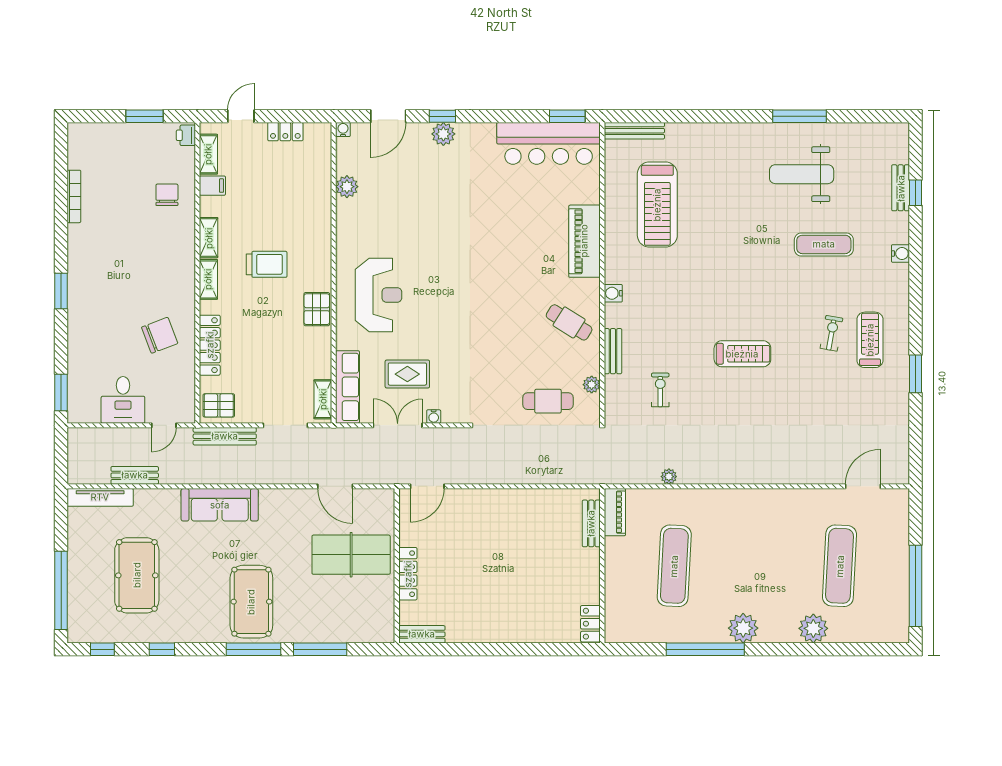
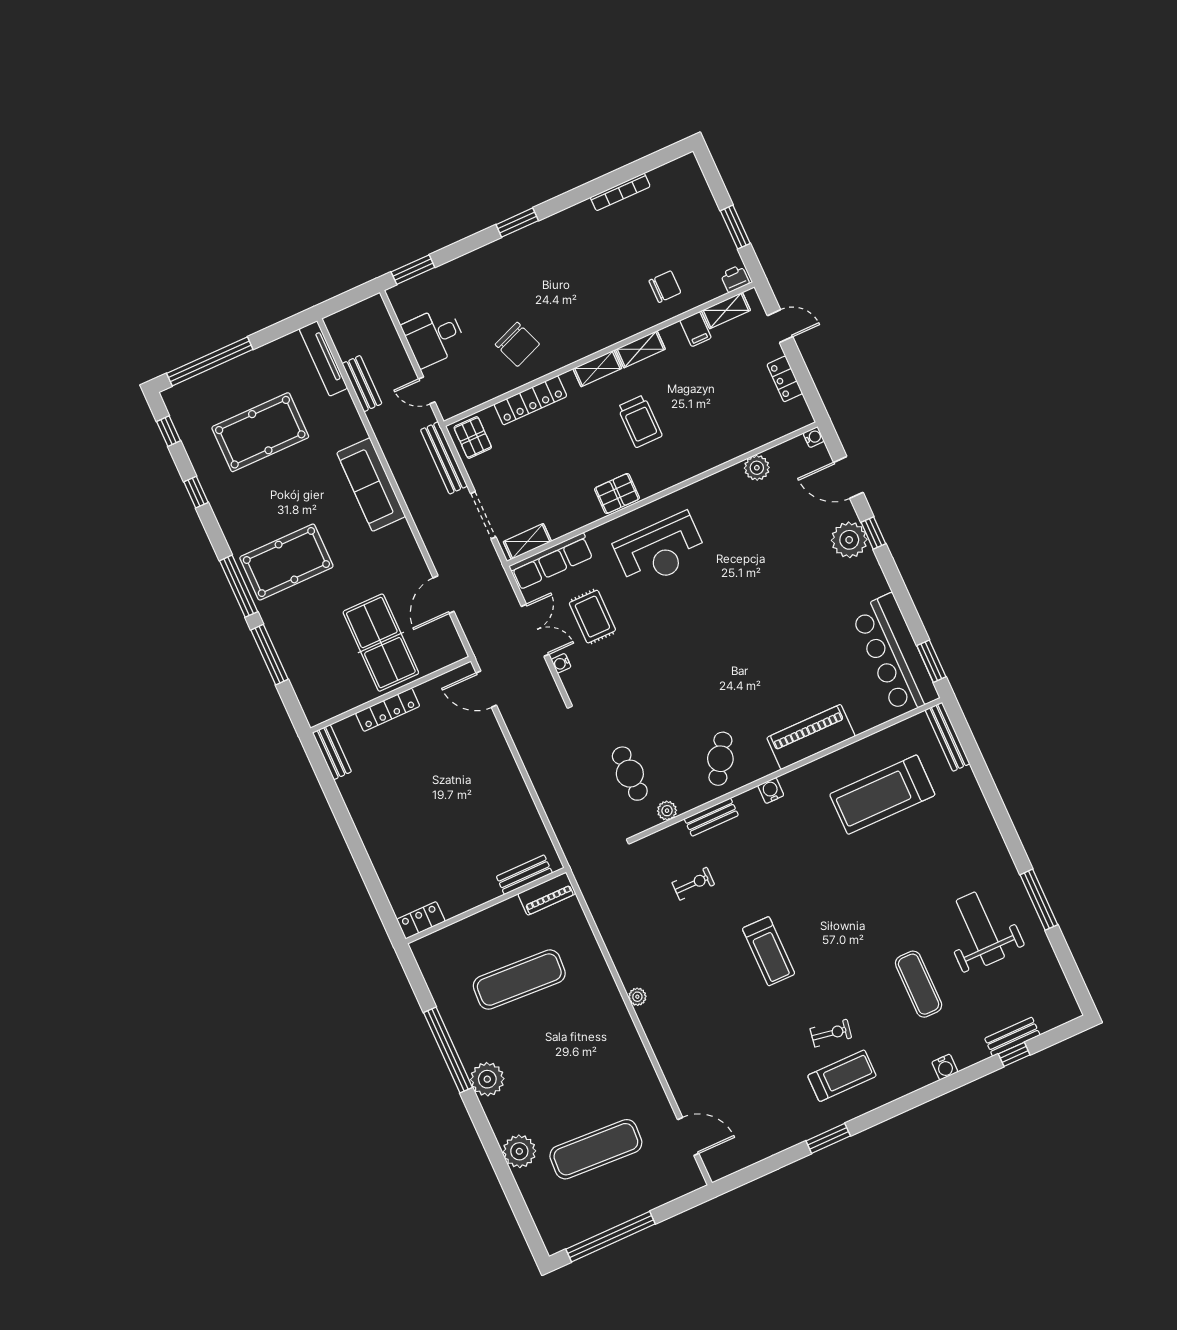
plant: (443, 134) -> (849, 540), width x1.36, depth x1.36
plant: (669, 477) -> (637, 997), moved

